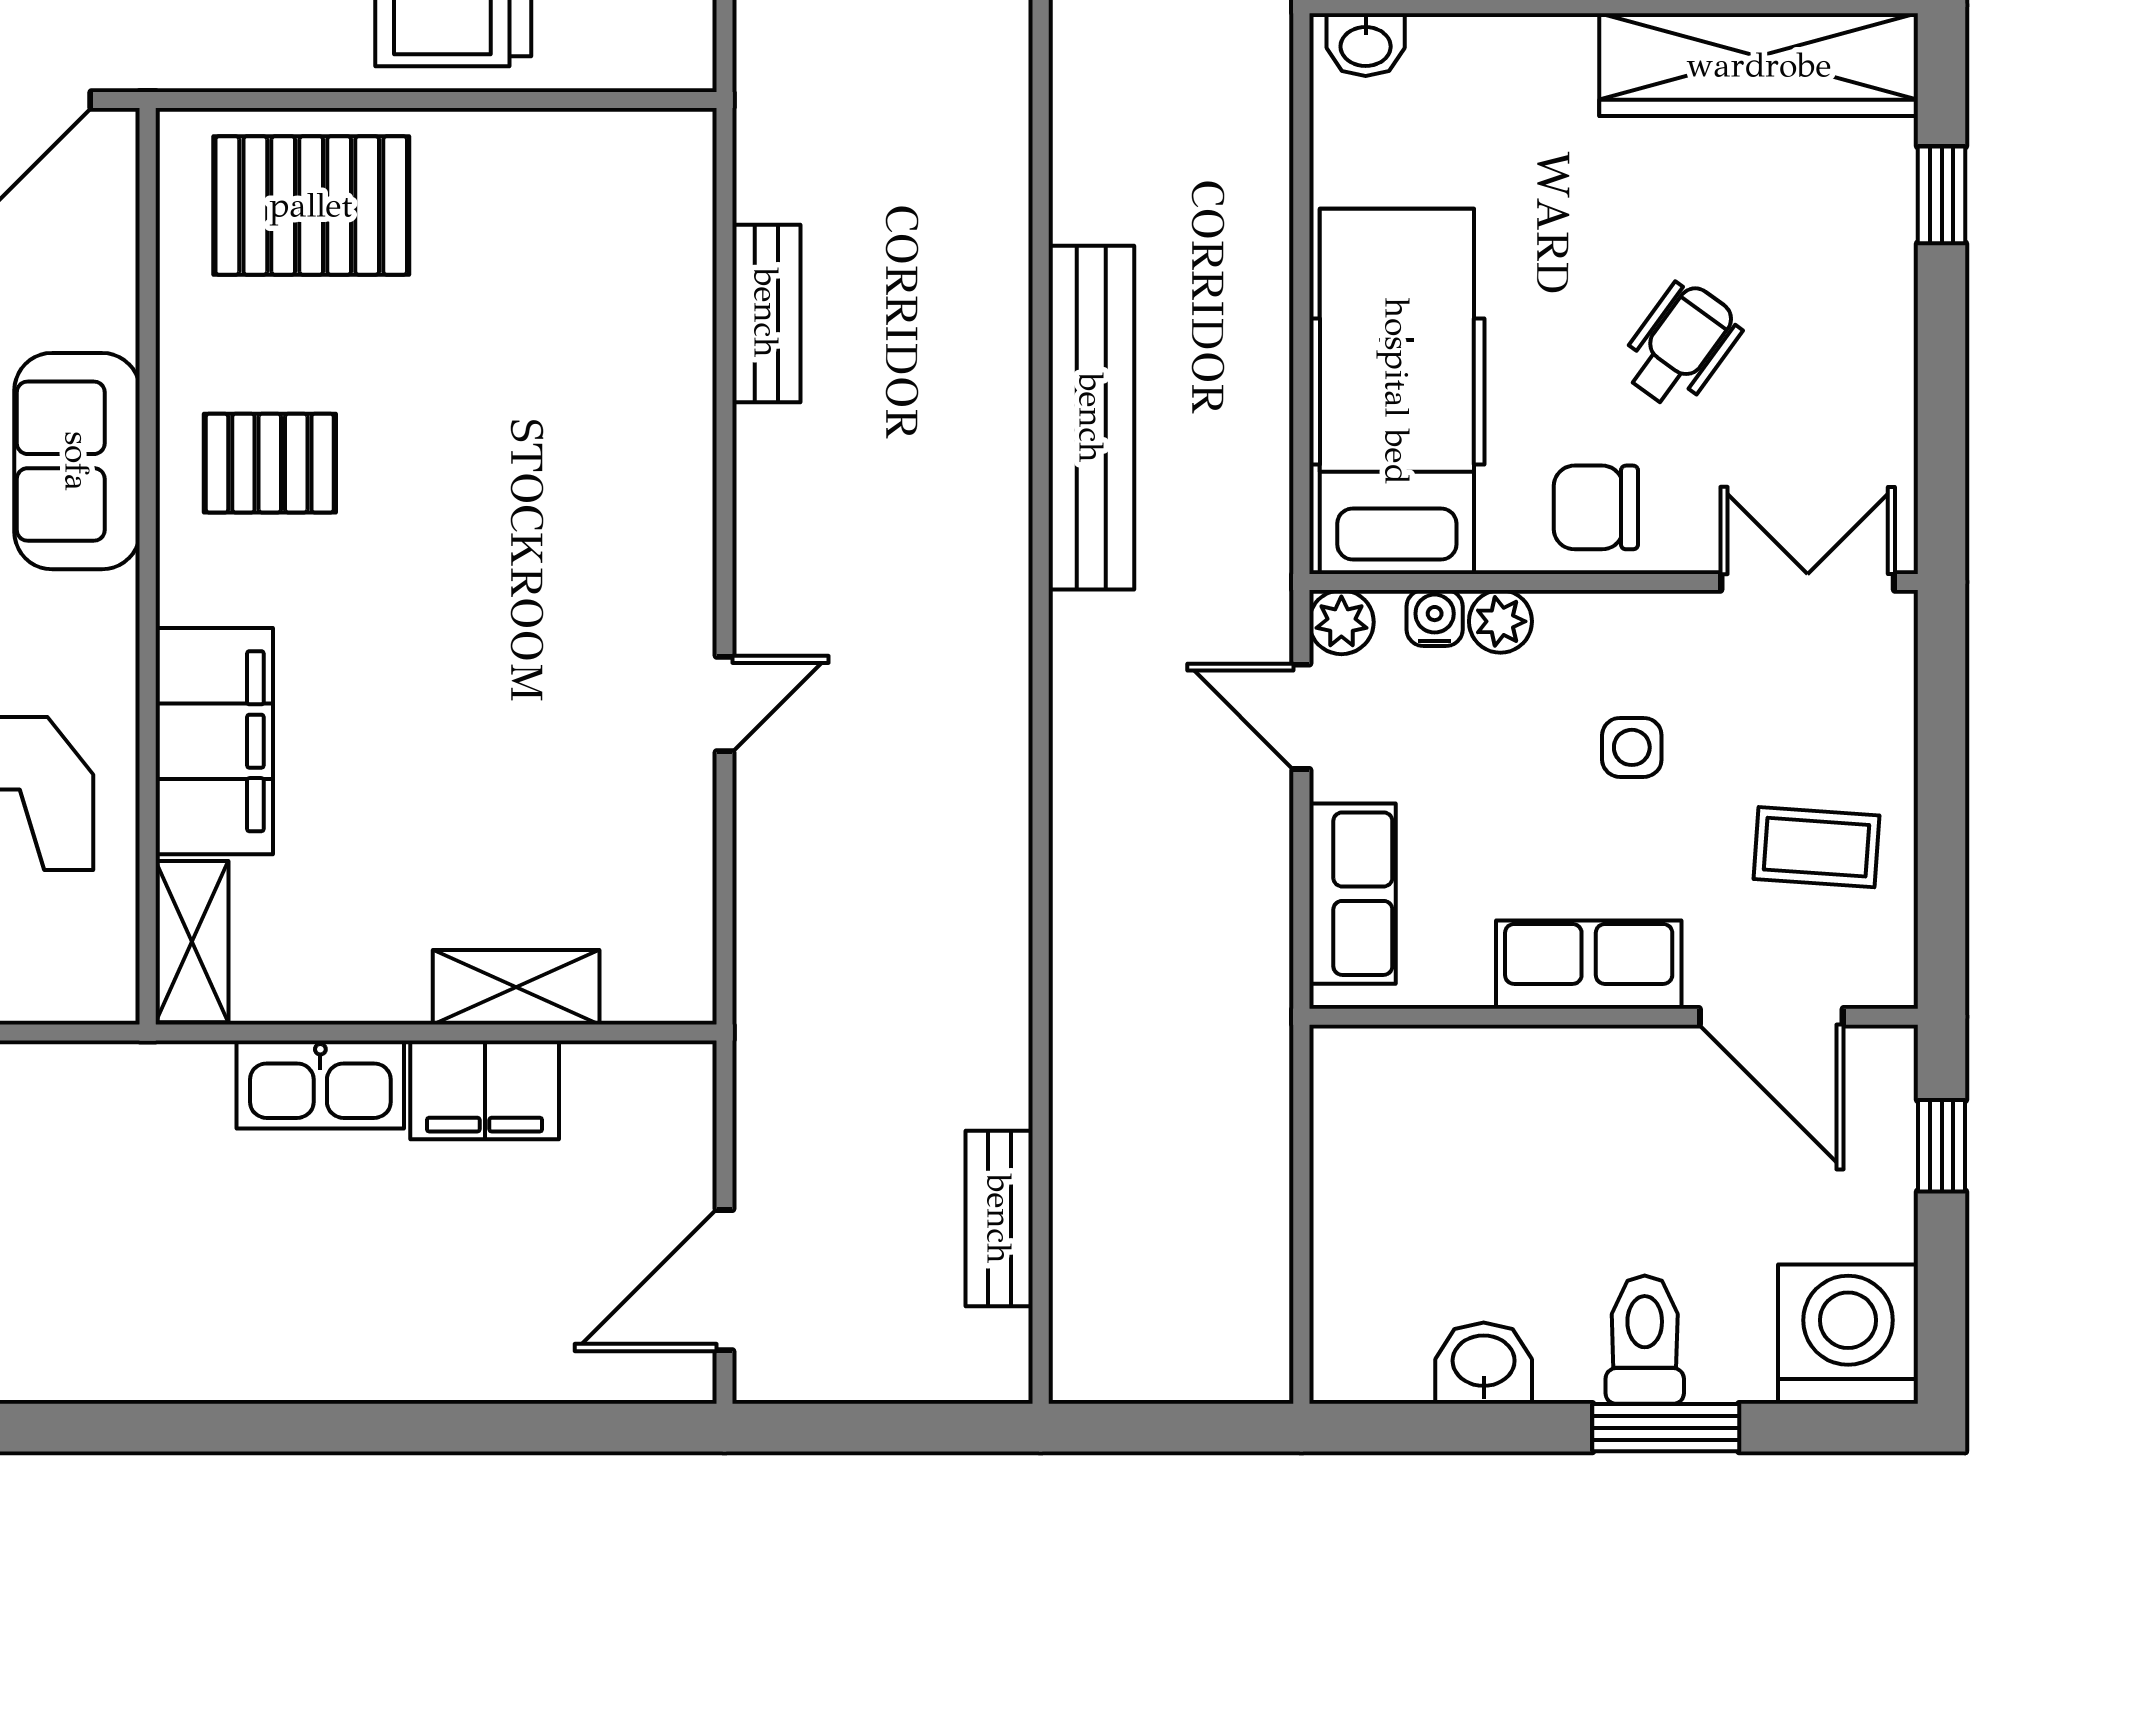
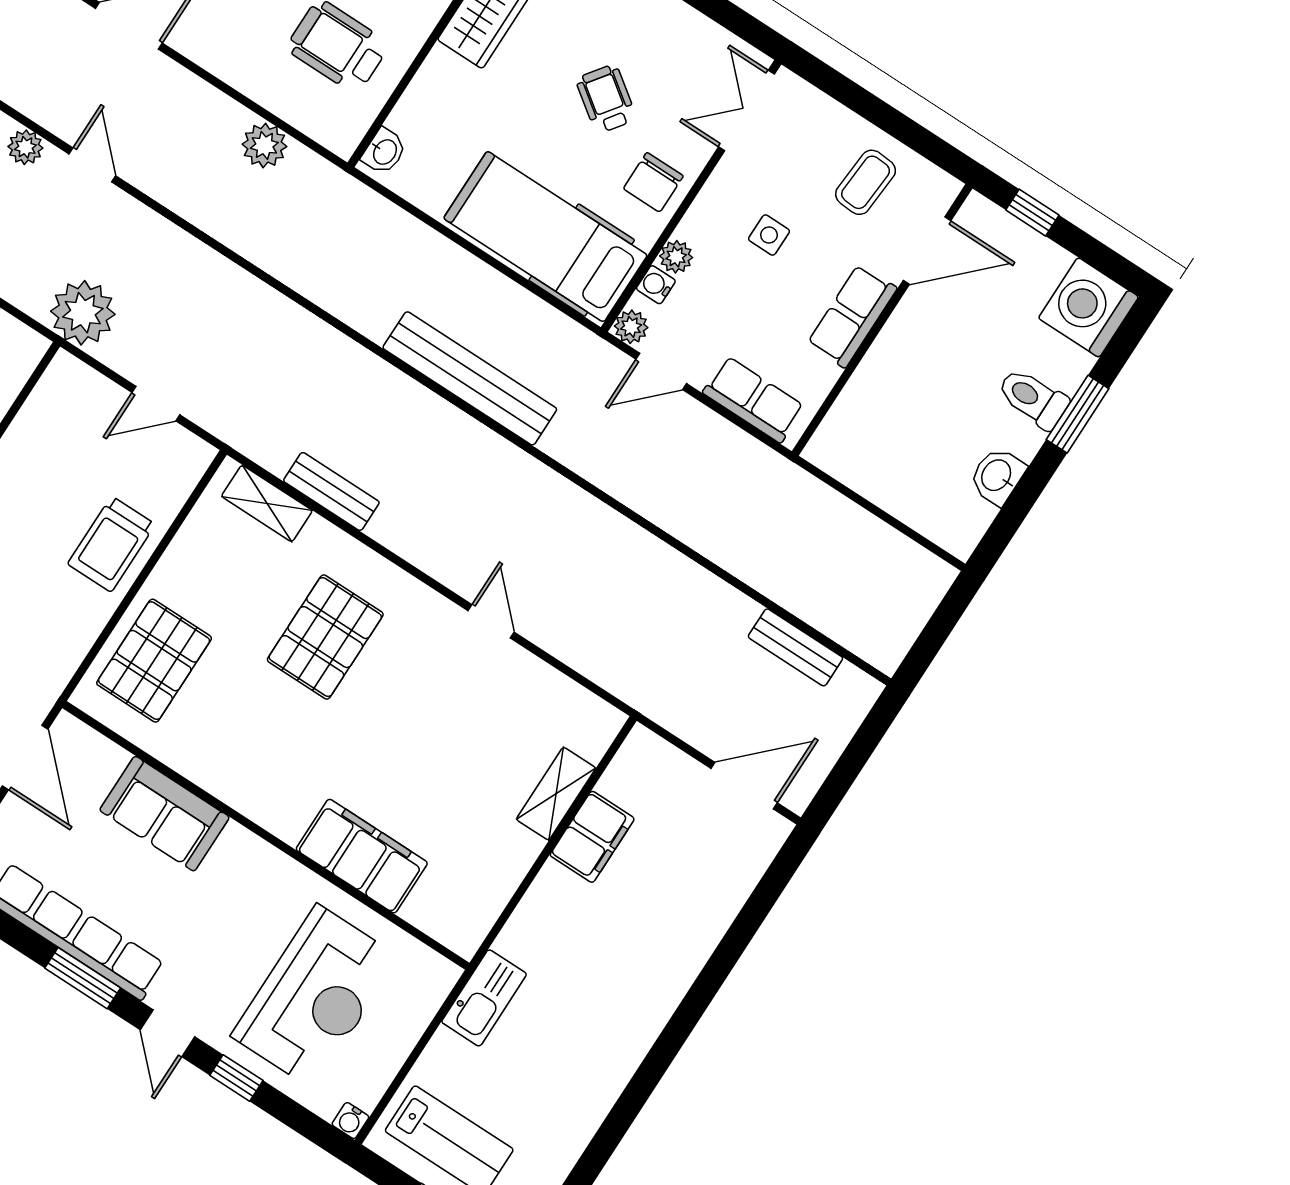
sofa: (77, 461) -> (164, 814), moved
pallet: (270, 463) -> (325, 637), moved, width x1.50, depth x1.42
shelving: (192, 942) -> (267, 503), moved
kitchen sink: (320, 1085) -> (484, 998), moved
door: (724, 1280) -> (744, 786), swing flipped

